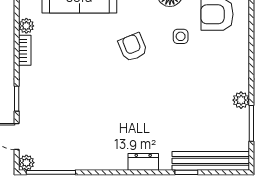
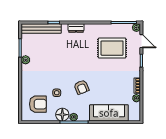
rug: (73, 123) -> (112, 48), added

